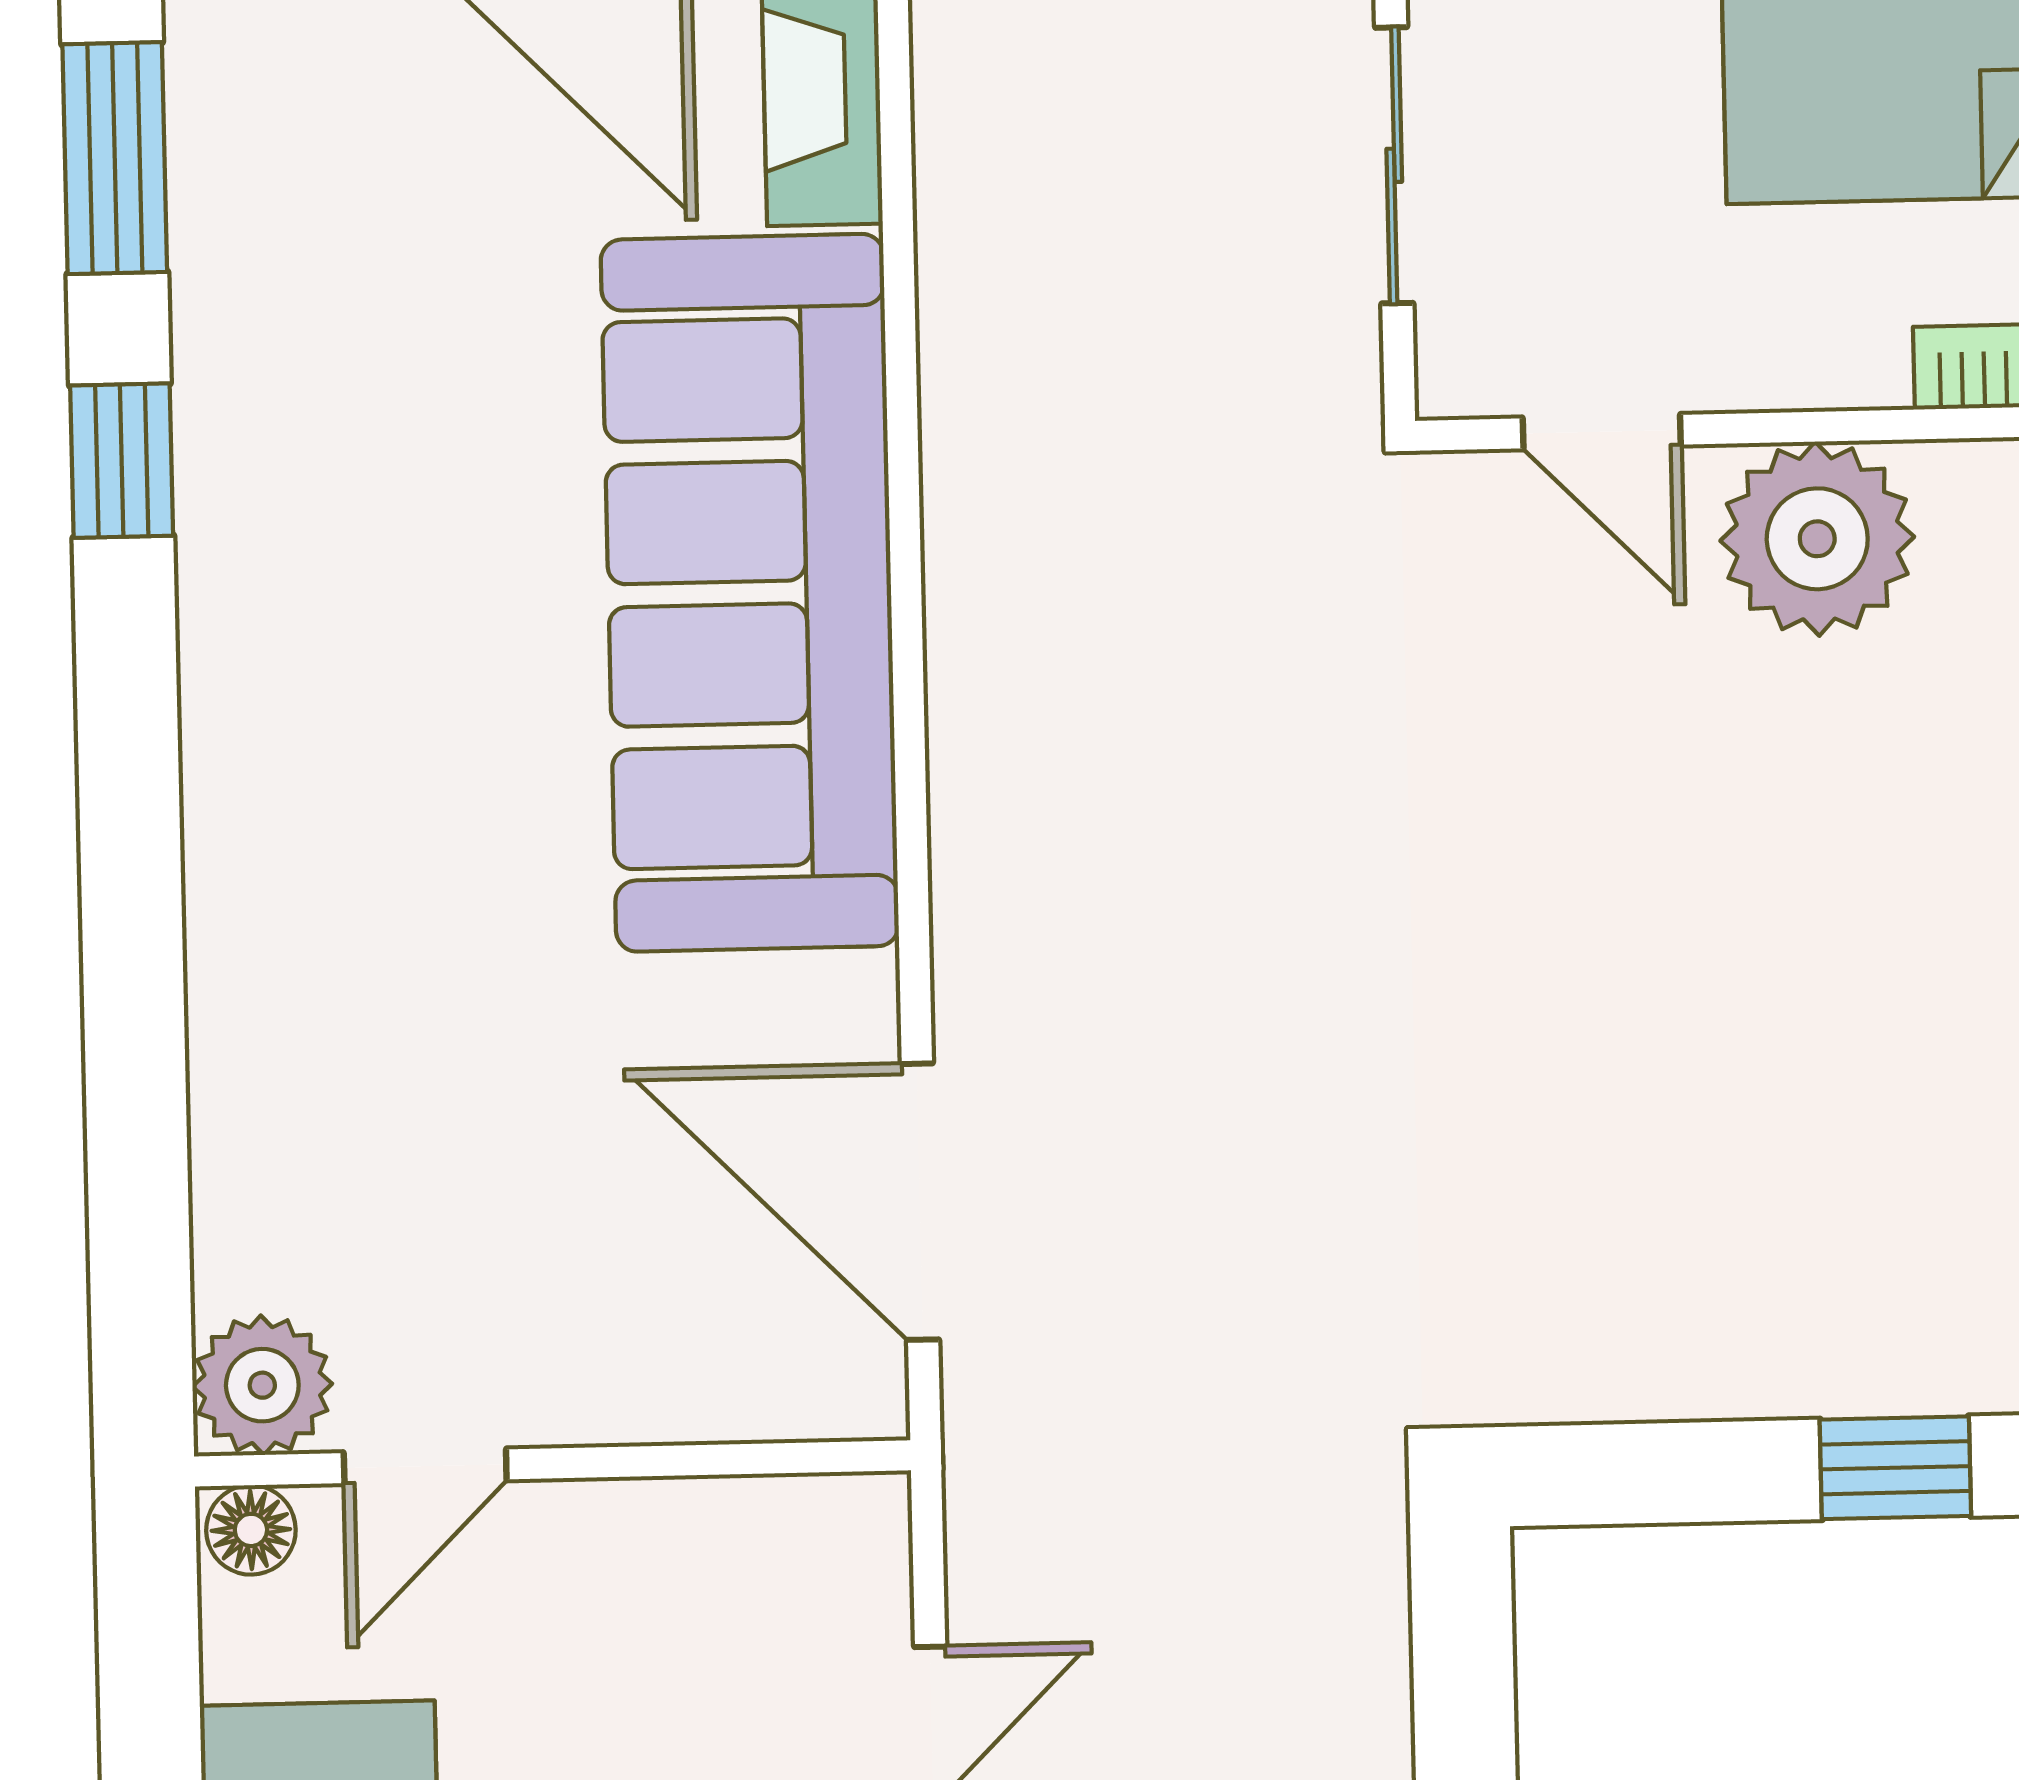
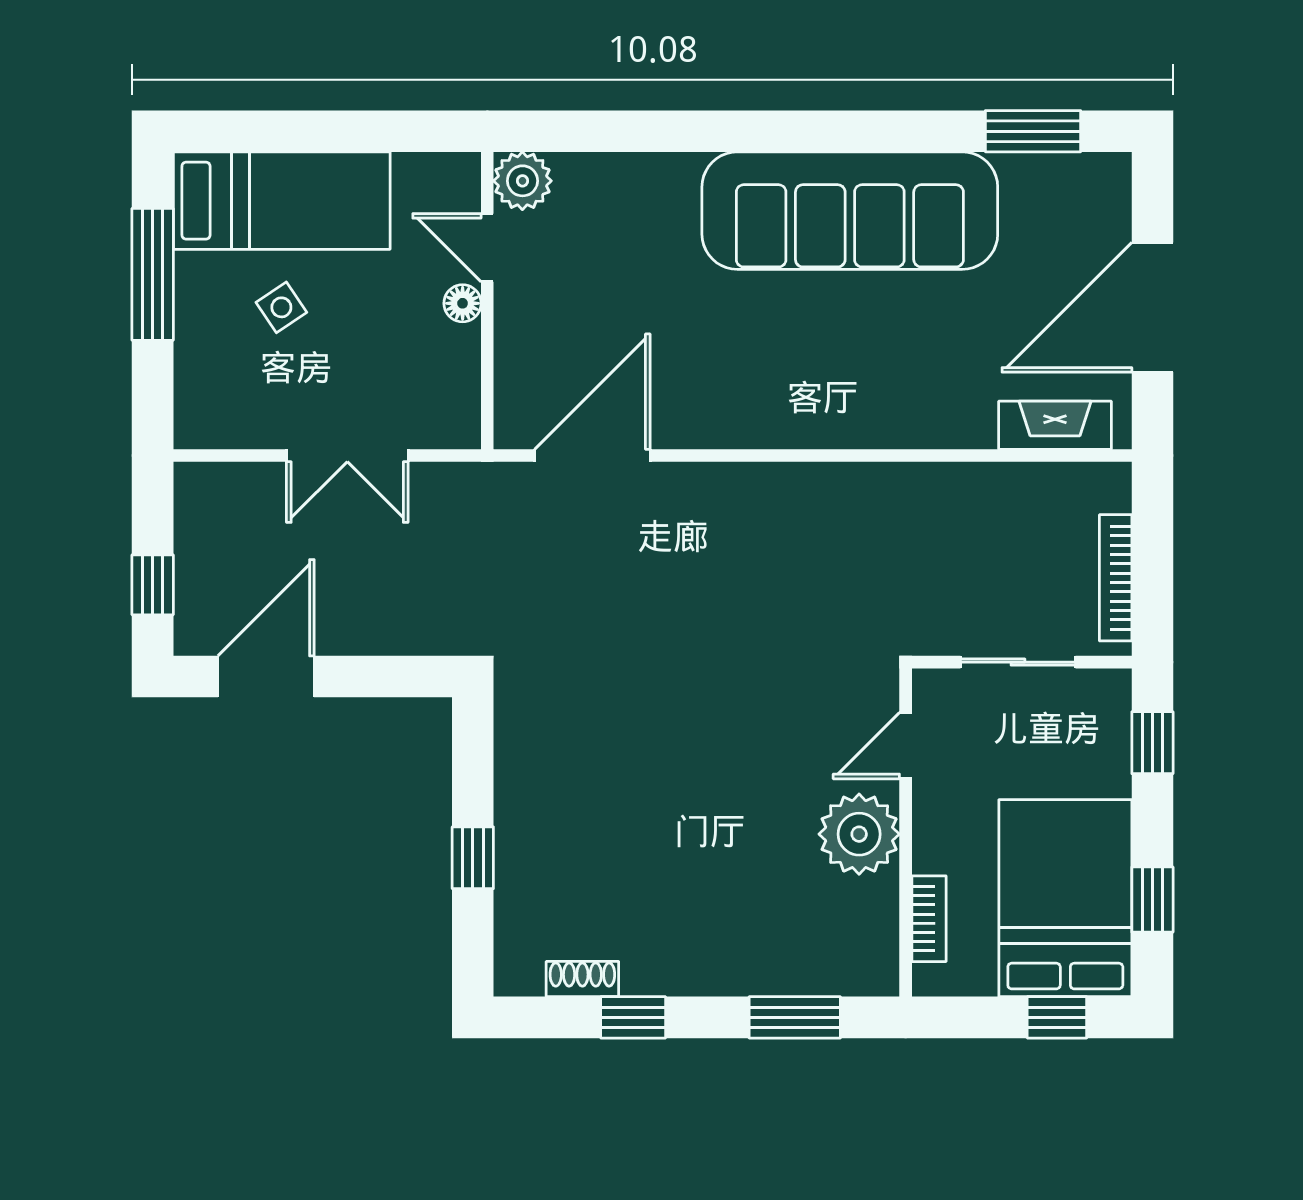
window: (122, 461) -> (907, 131), removed
sofa: (750, 593) -> (850, 211), moved, turned 180
floor lamp: (251, 1530) -> (463, 303), moved

